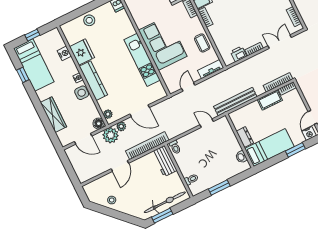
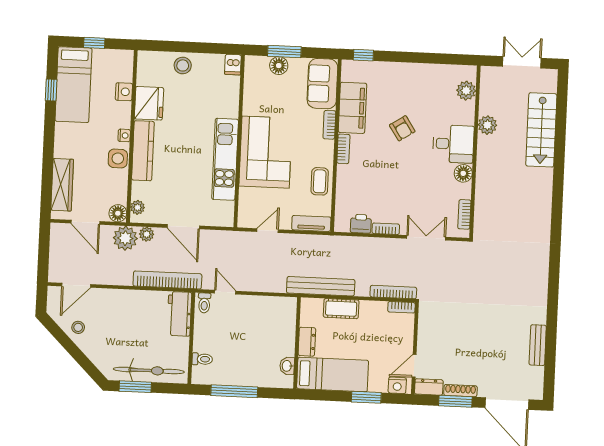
cot: (270, 100) -> (341, 309), moved
wardrobe: (53, 115) -> (62, 185), moved
door: (207, 123) -> (225, 292), moved
door: (120, 166) -> (76, 285), moved
window: (219, 187) -> (234, 391), width x1.44

